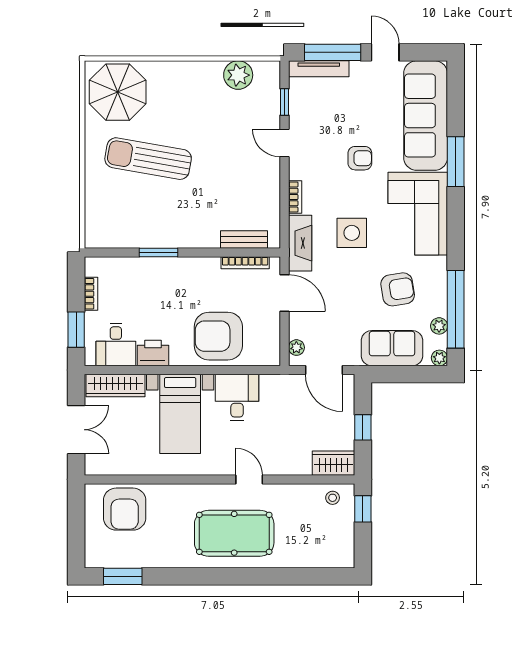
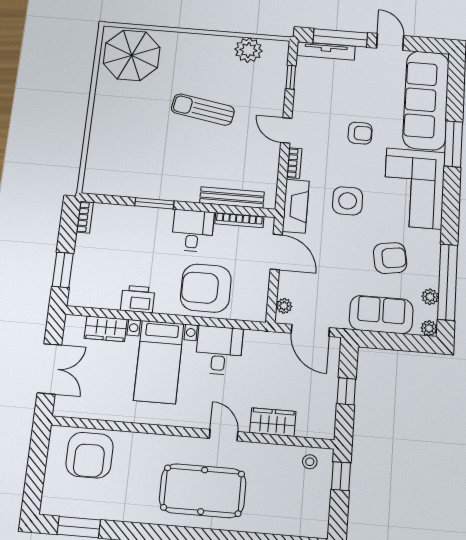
door: (284, 143) -> (286, 130), moved
sun lounger: (148, 159) -> (203, 110), moved, width x0.73, depth x0.75
bench: (244, 239) -> (232, 197), width x1.36
bookcase: (91, 294) -> (85, 217), moved
desk: (116, 345) -> (193, 231), moved, turned 180
wardrobe: (115, 386) -> (106, 329), width x0.67
wardrobe: (333, 463) -> (273, 422), moved

